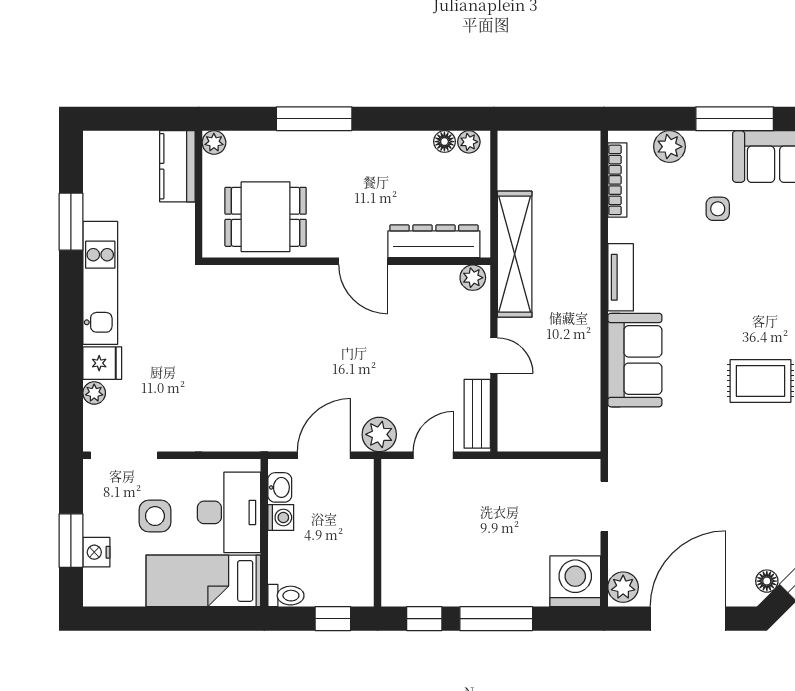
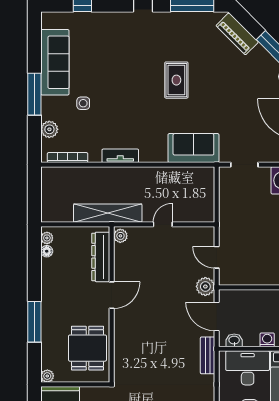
sofa: (635, 360) -> (193, 148), moved
bench: (477, 414) -> (208, 355), moved, turned 90
washing machine: (281, 518) -> (267, 340), moved

